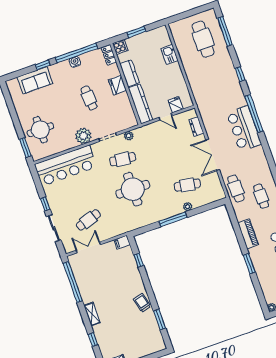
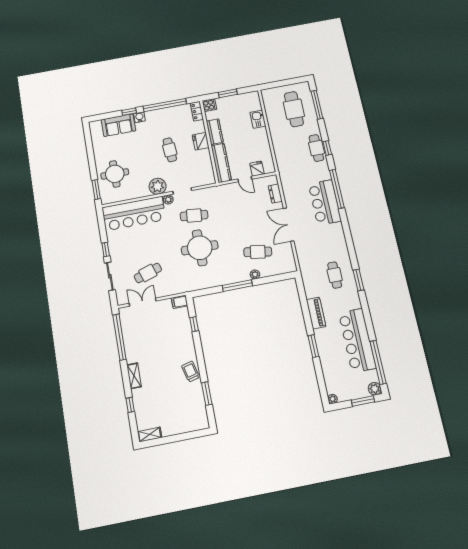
water cooler: (75, 62) -> (140, 117), moved
plant: (129, 136) -> (168, 199), moved
cafe table: (236, 188) -> (316, 148), moved

